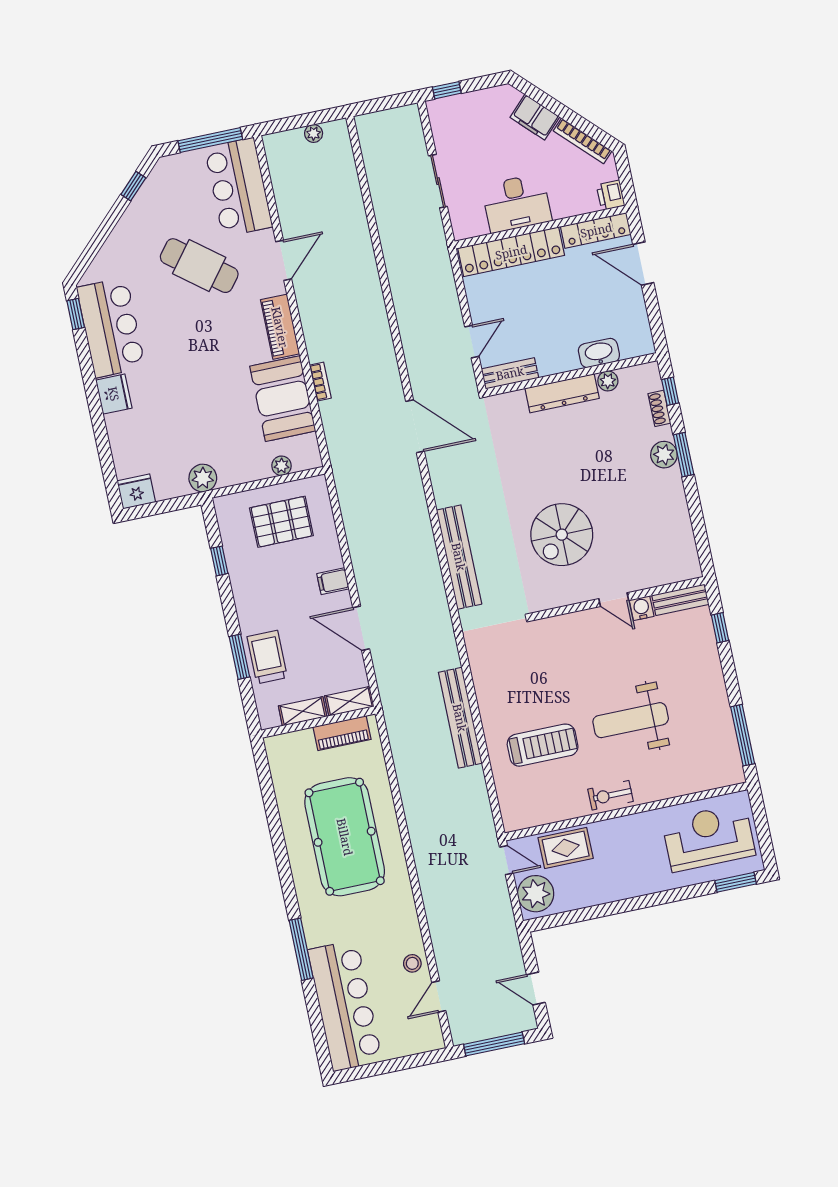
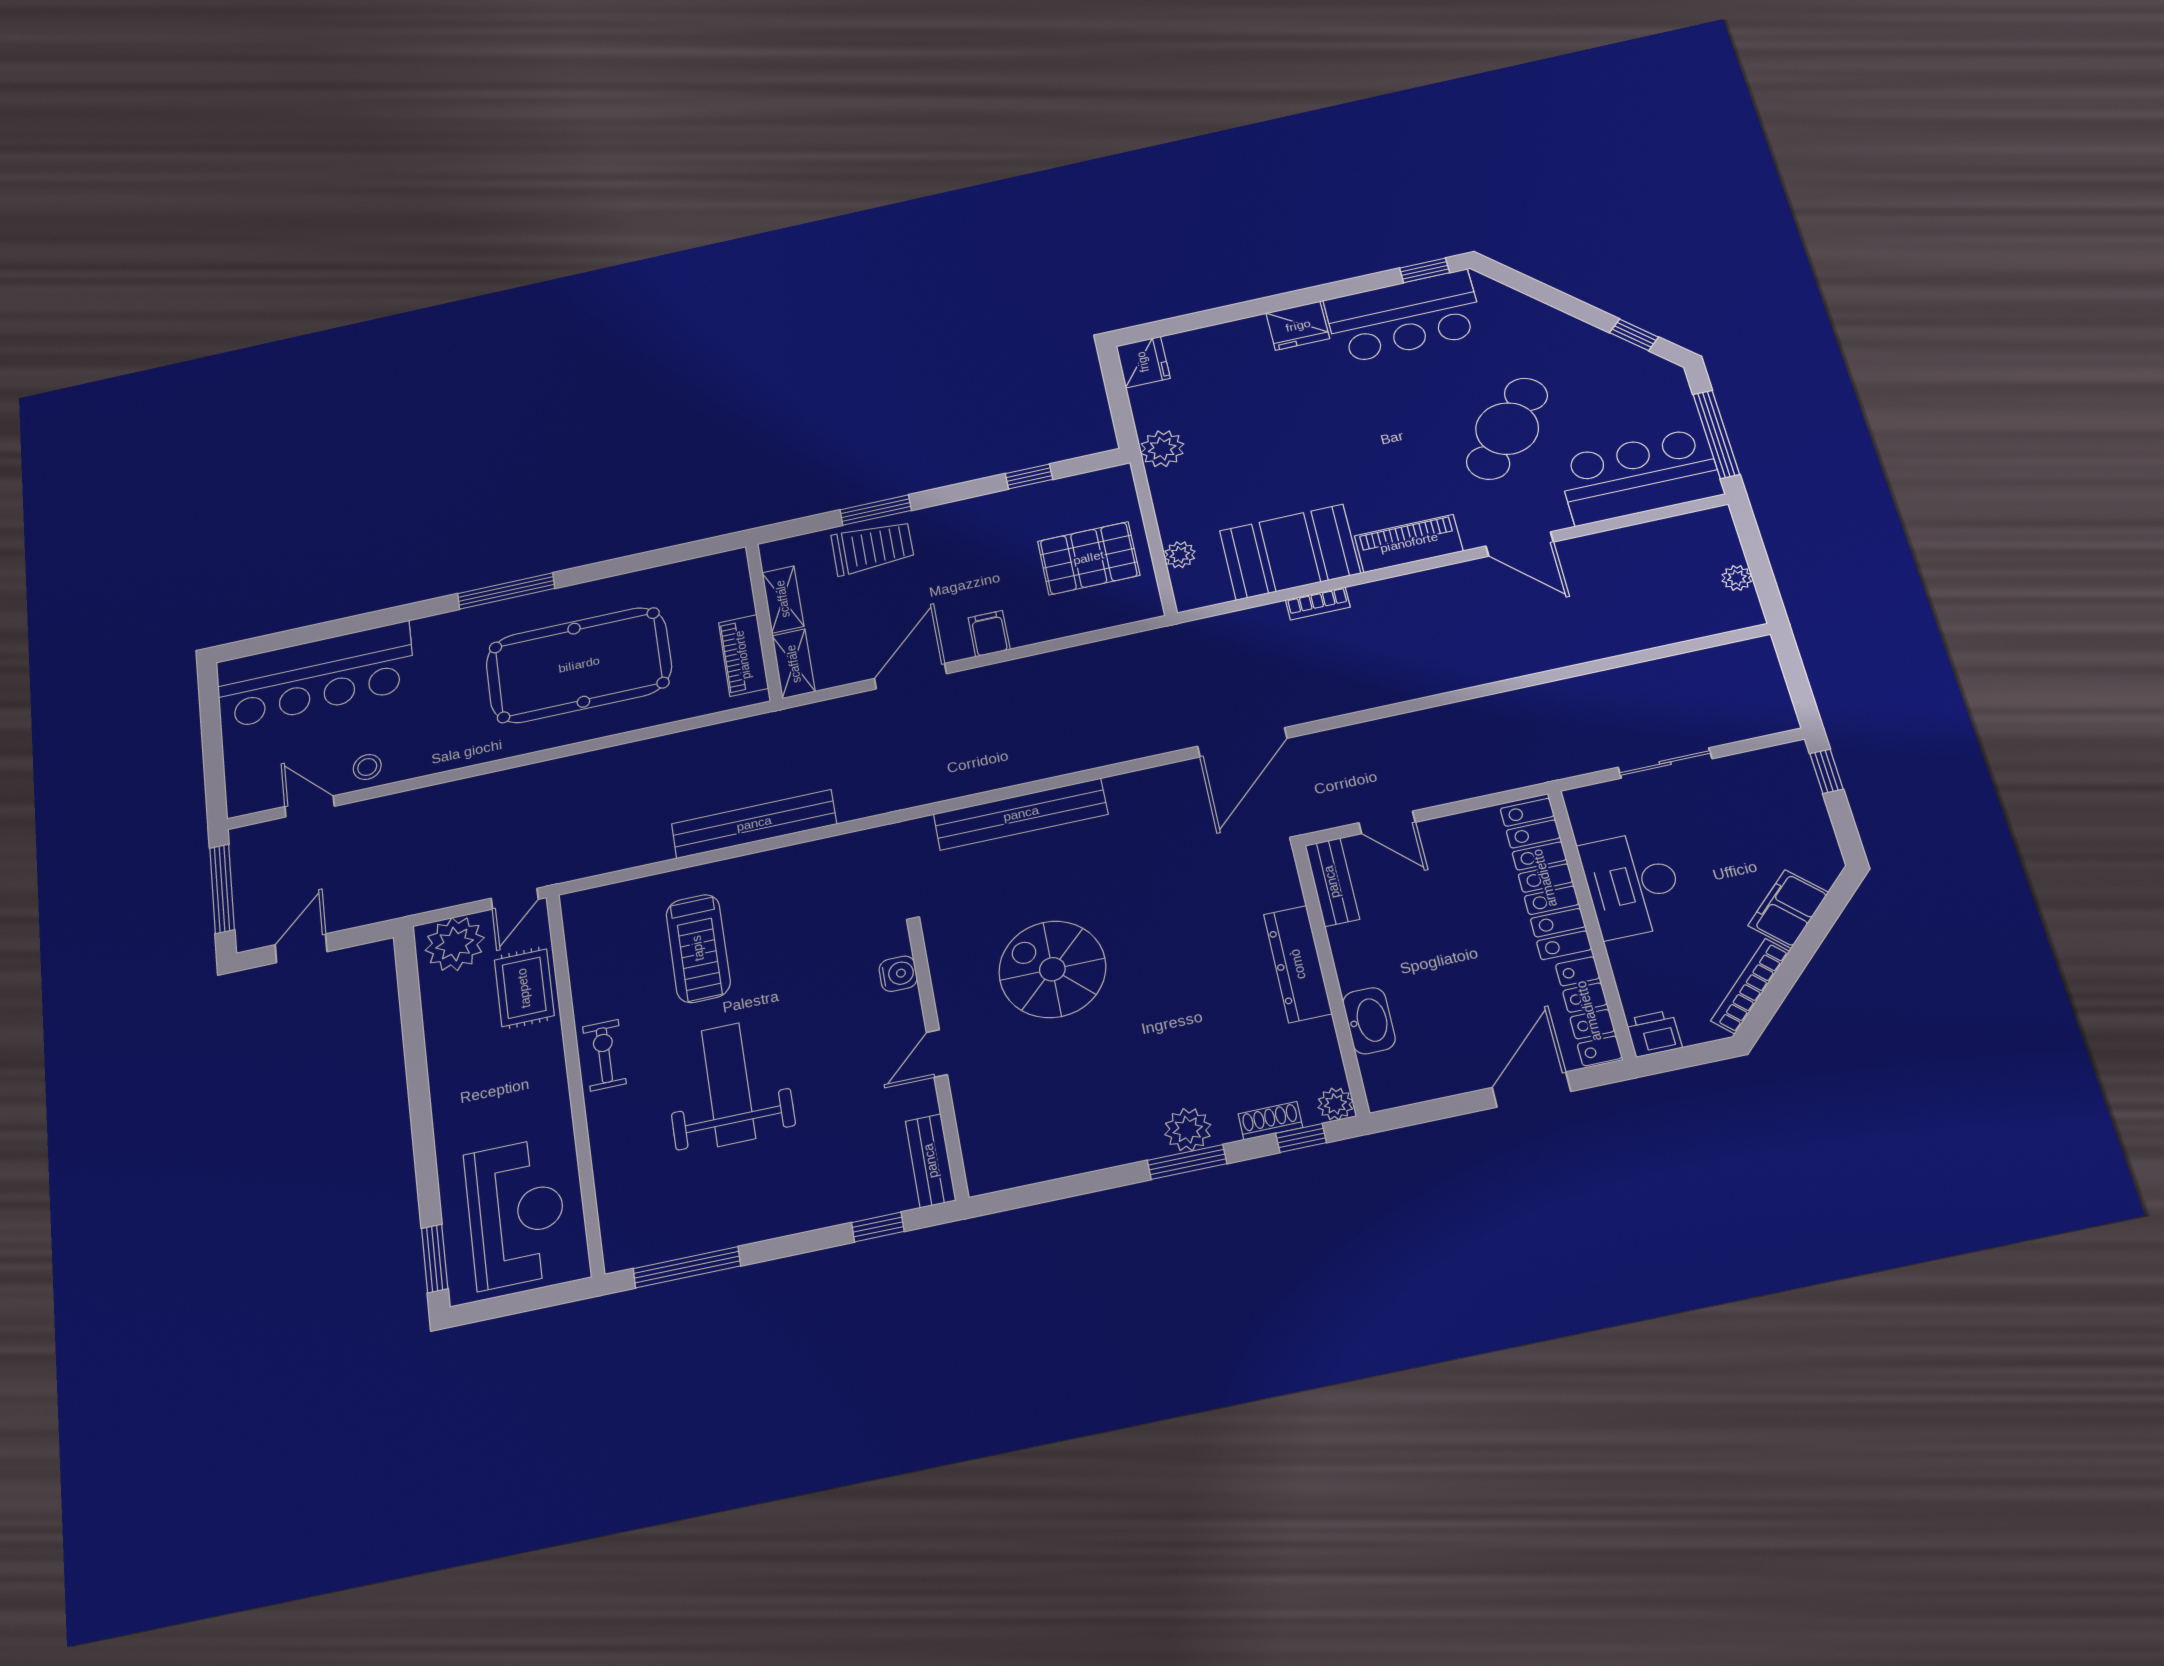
plant: (608, 381) -> (1335, 1104), moved
pallet: (281, 522) -> (1089, 558), turned 90
water cooler: (642, 608) -> (898, 974), moved
window: (301, 949) -> (506, 591), moved

